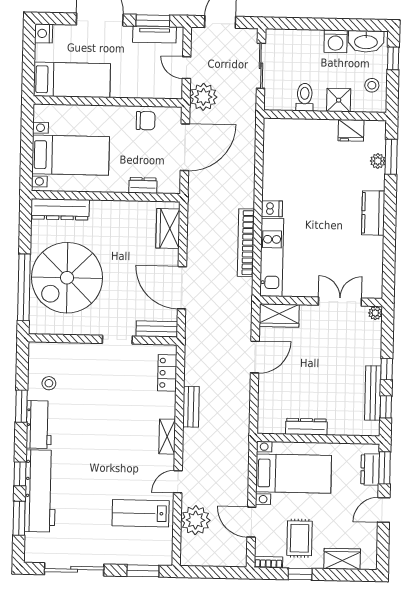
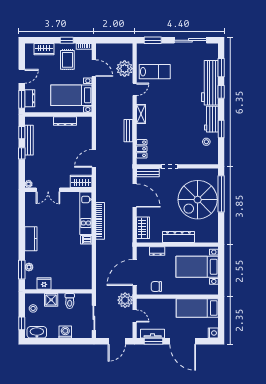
washing machine: (336, 41) -> (65, 332), moved
dresser: (60, 209) -> (178, 237), moved
spiral stairs: (67, 278) -> (198, 200), turned 180

